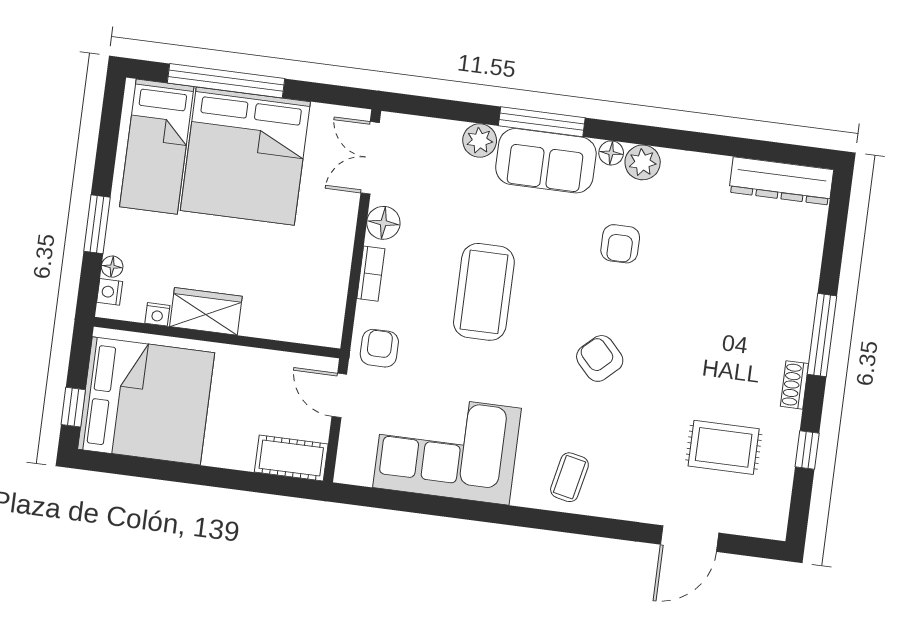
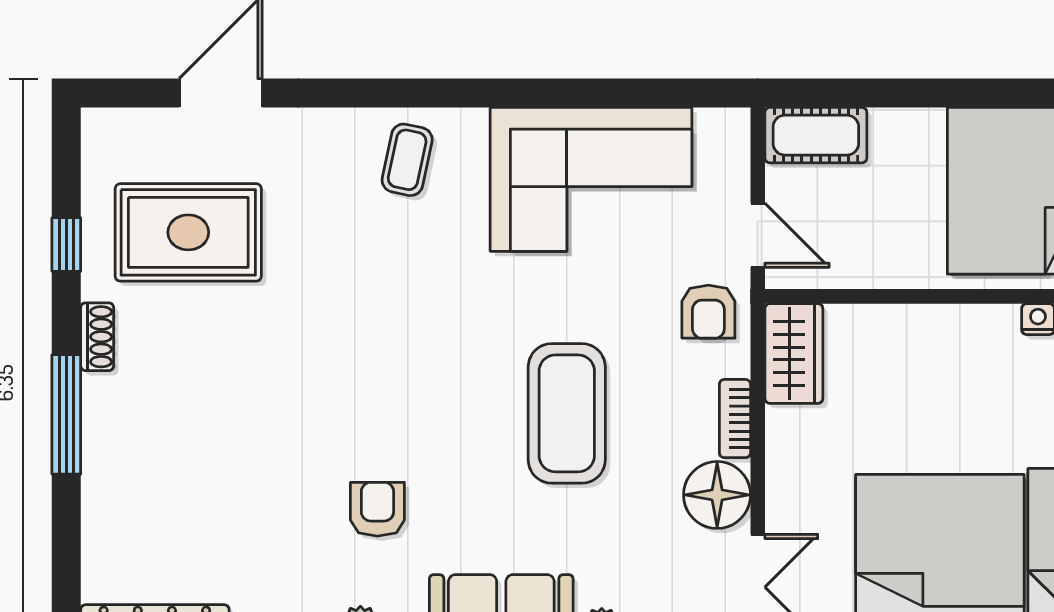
floor lamp: (383, 223) -> (717, 495), width x1.38, depth x1.38
wardrobe: (206, 311) -> (794, 354), moved, turned -90
armchair: (600, 358) -> (386, 338), removed
rug: (724, 447) -> (188, 232), width x1.36, depth x1.43

